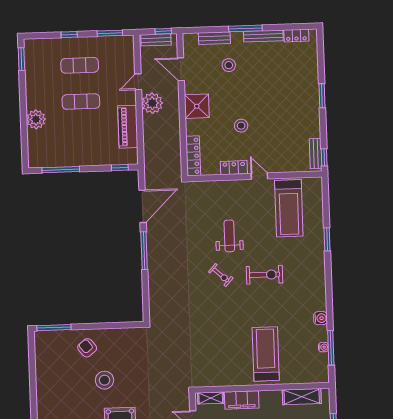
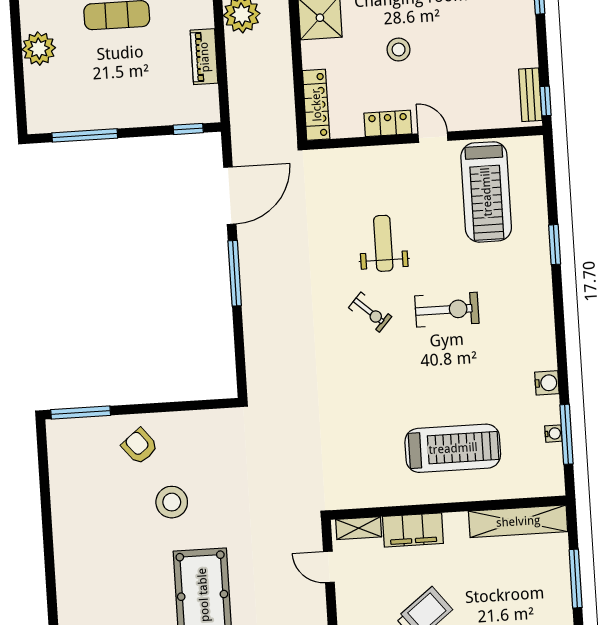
piano: (128, 127) -> (204, 57), width x0.73, depth x0.75
treadmill: (266, 354) -> (453, 448), turned 90
shelving: (302, 397) -> (518, 521), width x1.47

